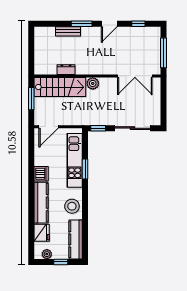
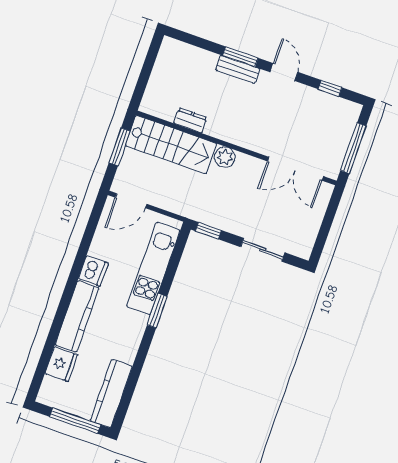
door: (109, 24) -> (284, 72), swing flipped
bench: (68, 31) -> (238, 69), moved
sliding door: (133, 128) -> (263, 250), width x0.73
window: (85, 169) -> (157, 311), moved
stool: (72, 206) -> (124, 339), removed
plant: (47, 254) -> (57, 401), removed
window: (61, 262) -> (75, 421), width x2.17

